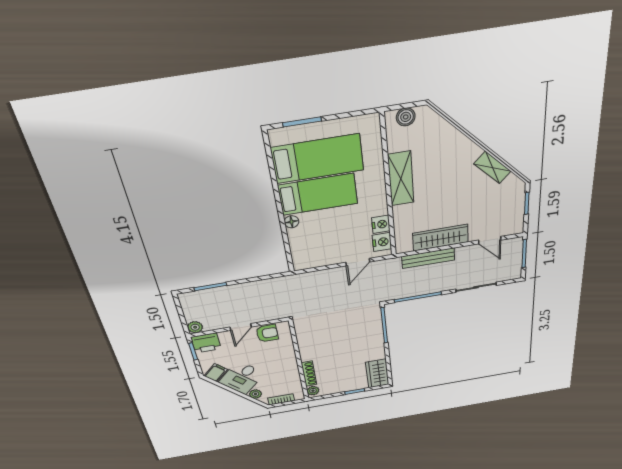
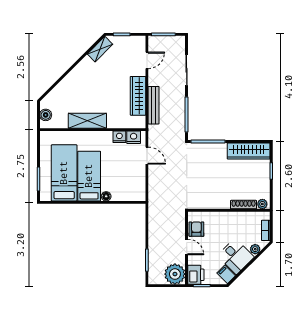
shelving: (493, 168) -> (100, 49), moved
plant: (195, 327) -> (175, 274), width x1.88, depth x1.88
wardrobe: (377, 373) -> (249, 151), width x1.50

